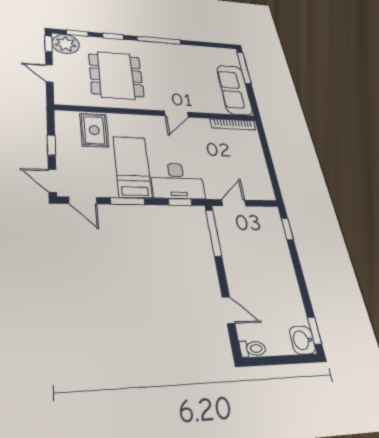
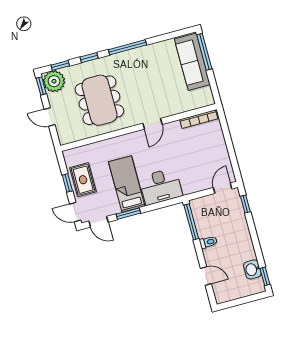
sofa: (234, 90) -> (192, 62), moved
rug: (94, 130) -> (83, 180), moved
window: (180, 202) -> (165, 204), removed
door: (234, 203) -> (223, 188), moved
washbasin: (302, 340) -> (252, 269), moved
toilet: (253, 349) -> (208, 242), moved

